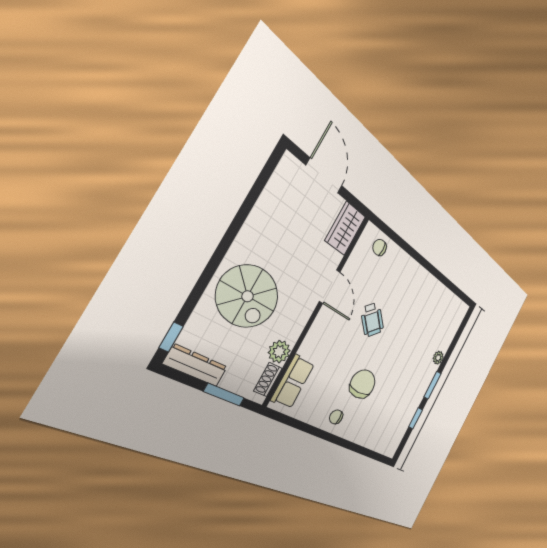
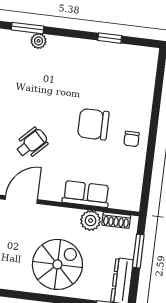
row of seats: (293, 382) -> (86, 194), moved
window: (432, 385) -> (28, 28), moved

